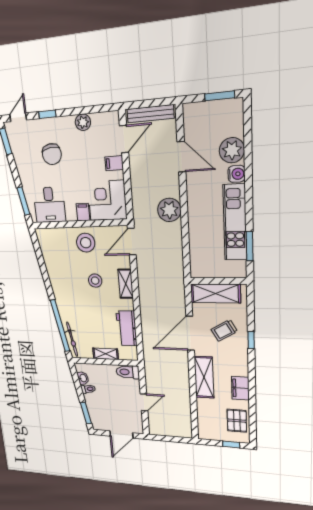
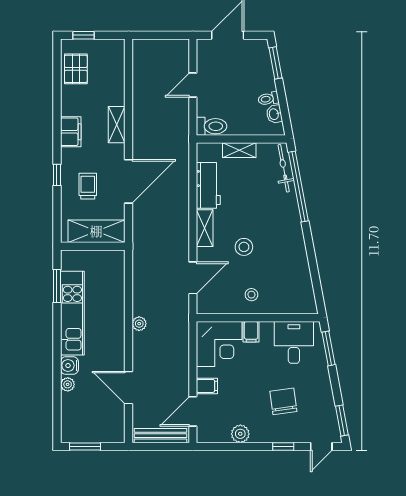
plant: (232, 150) -> (68, 384), width x0.53, depth x0.53
plant: (169, 210) -> (139, 324), width x0.53, depth x0.53
door: (132, 242) -> (193, 278), moved
stool: (86, 243) -> (251, 295), width x0.53, depth x0.53
shelving: (126, 284) -> (205, 228), moved
trolley: (224, 330) -> (88, 186), turned -60
shelving: (204, 377) -> (117, 125), width x0.67, depth x0.75
filing cabinet: (240, 388) -> (71, 132), moved

